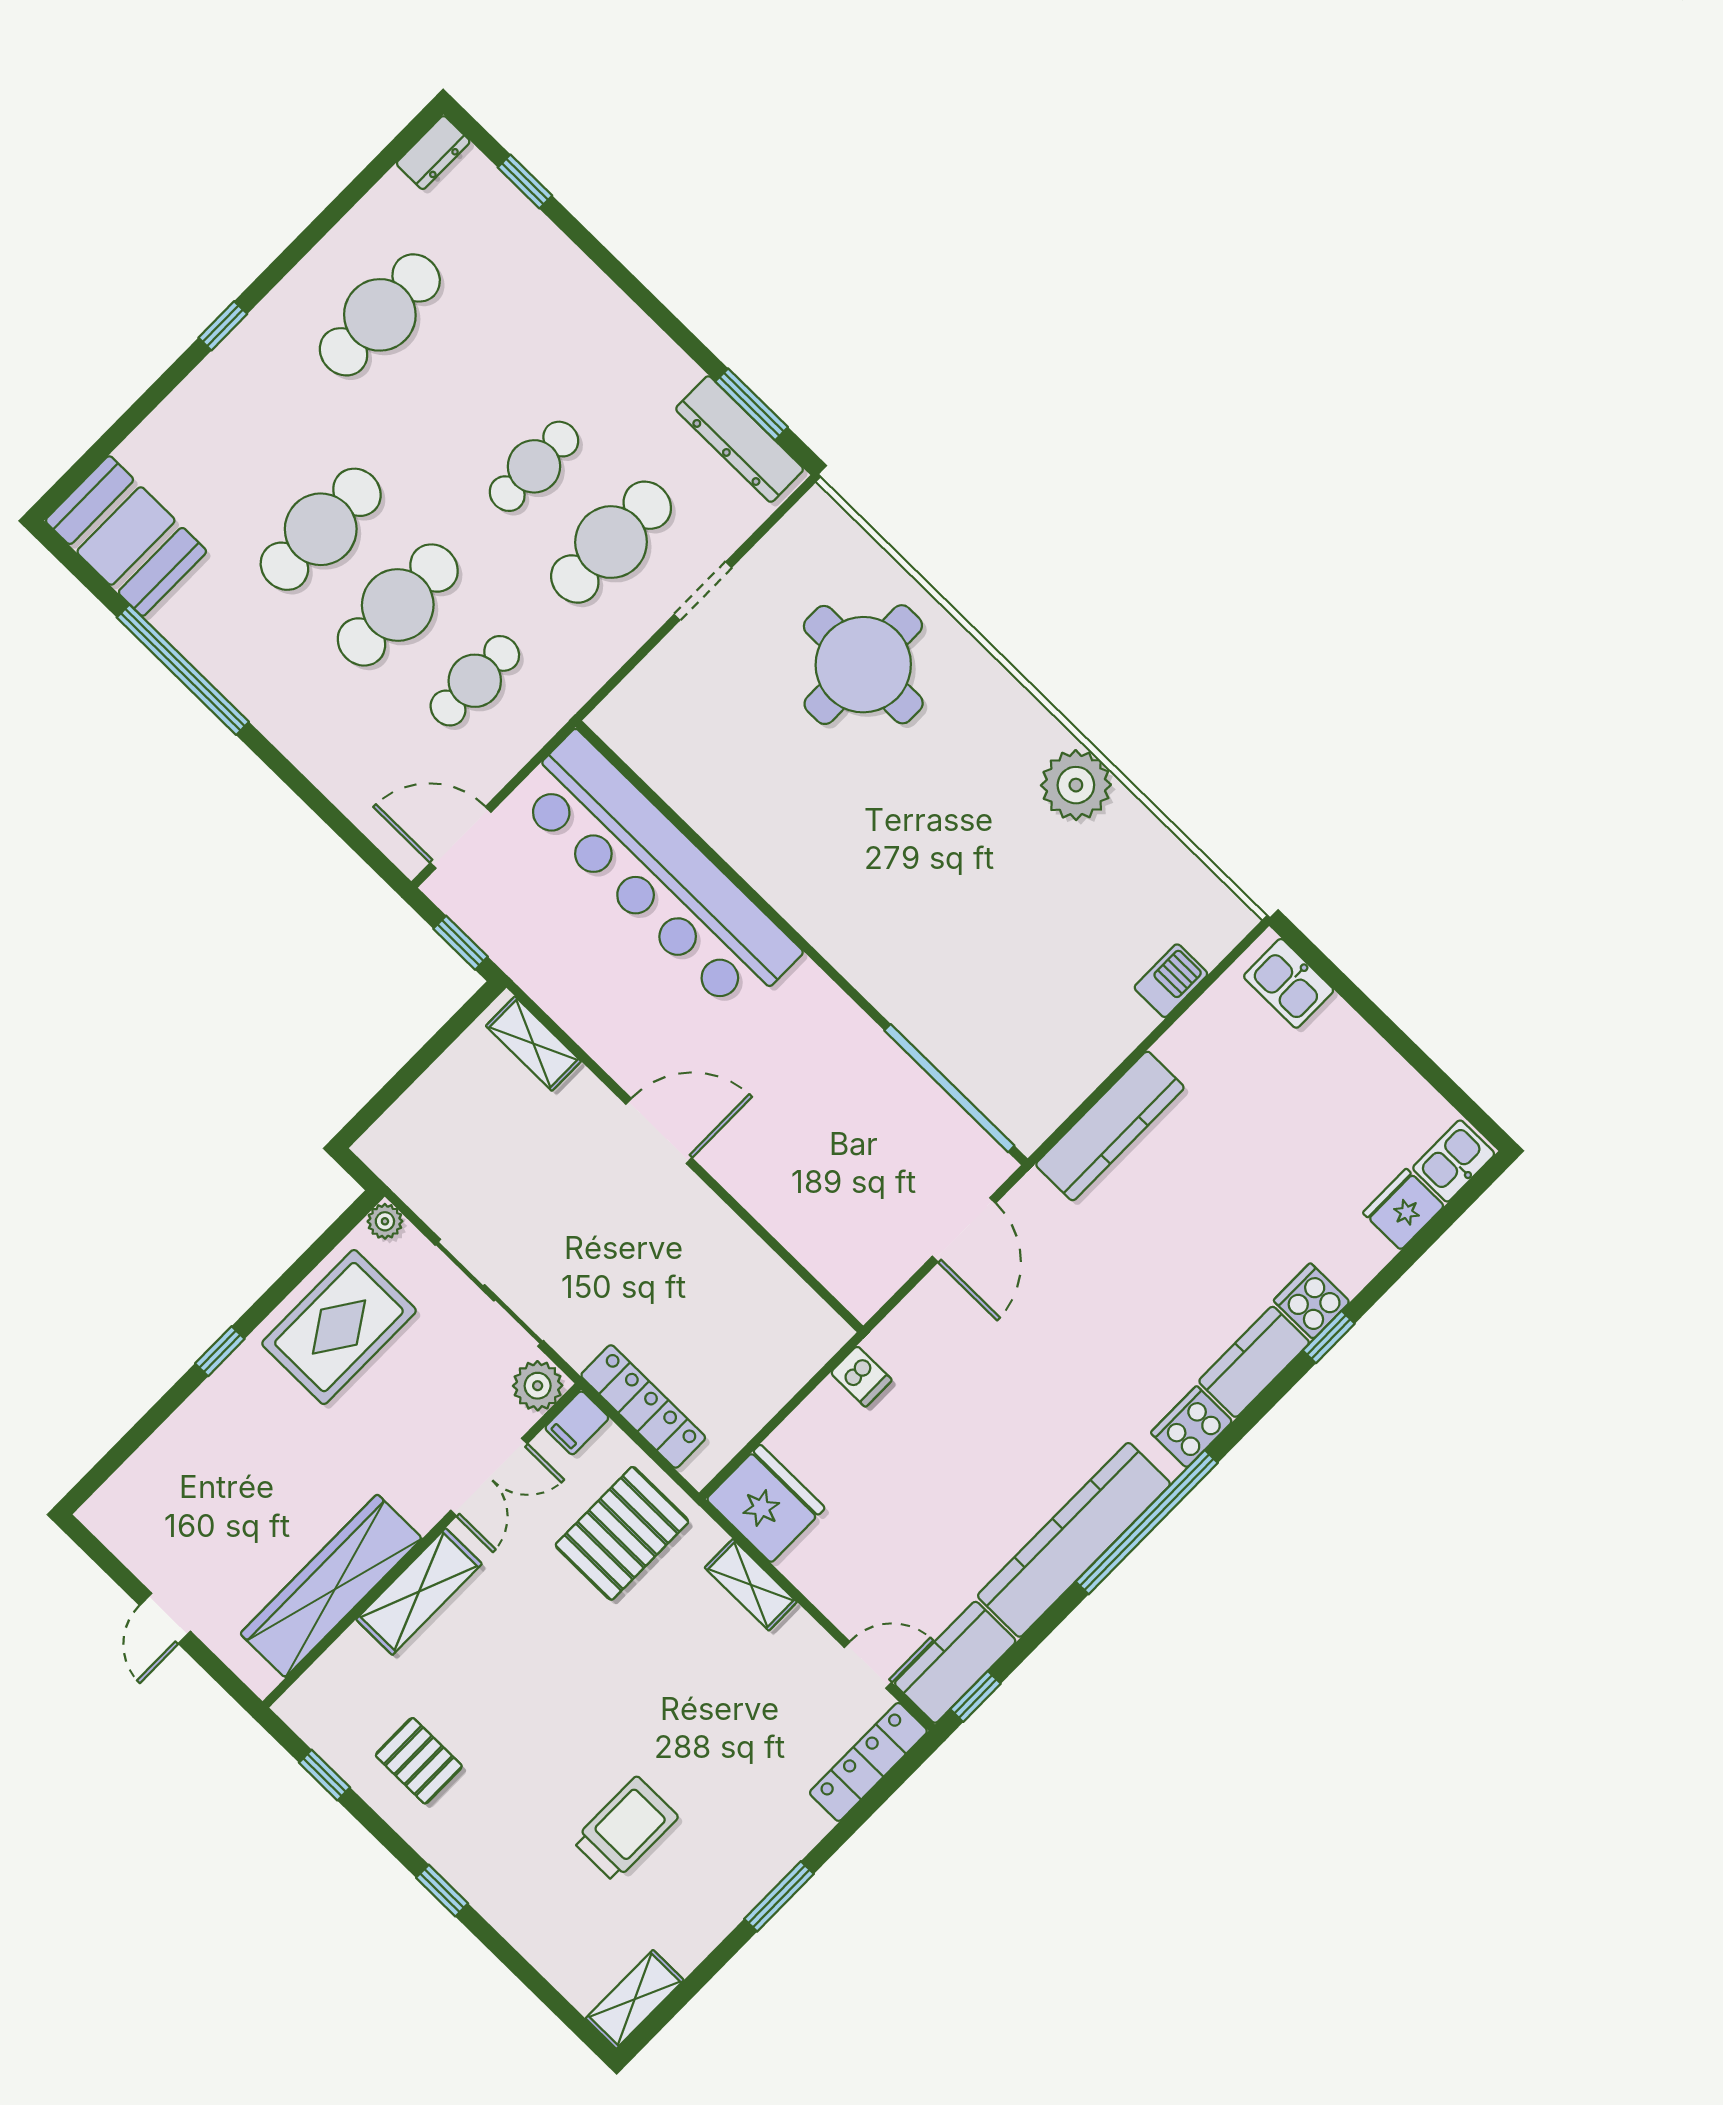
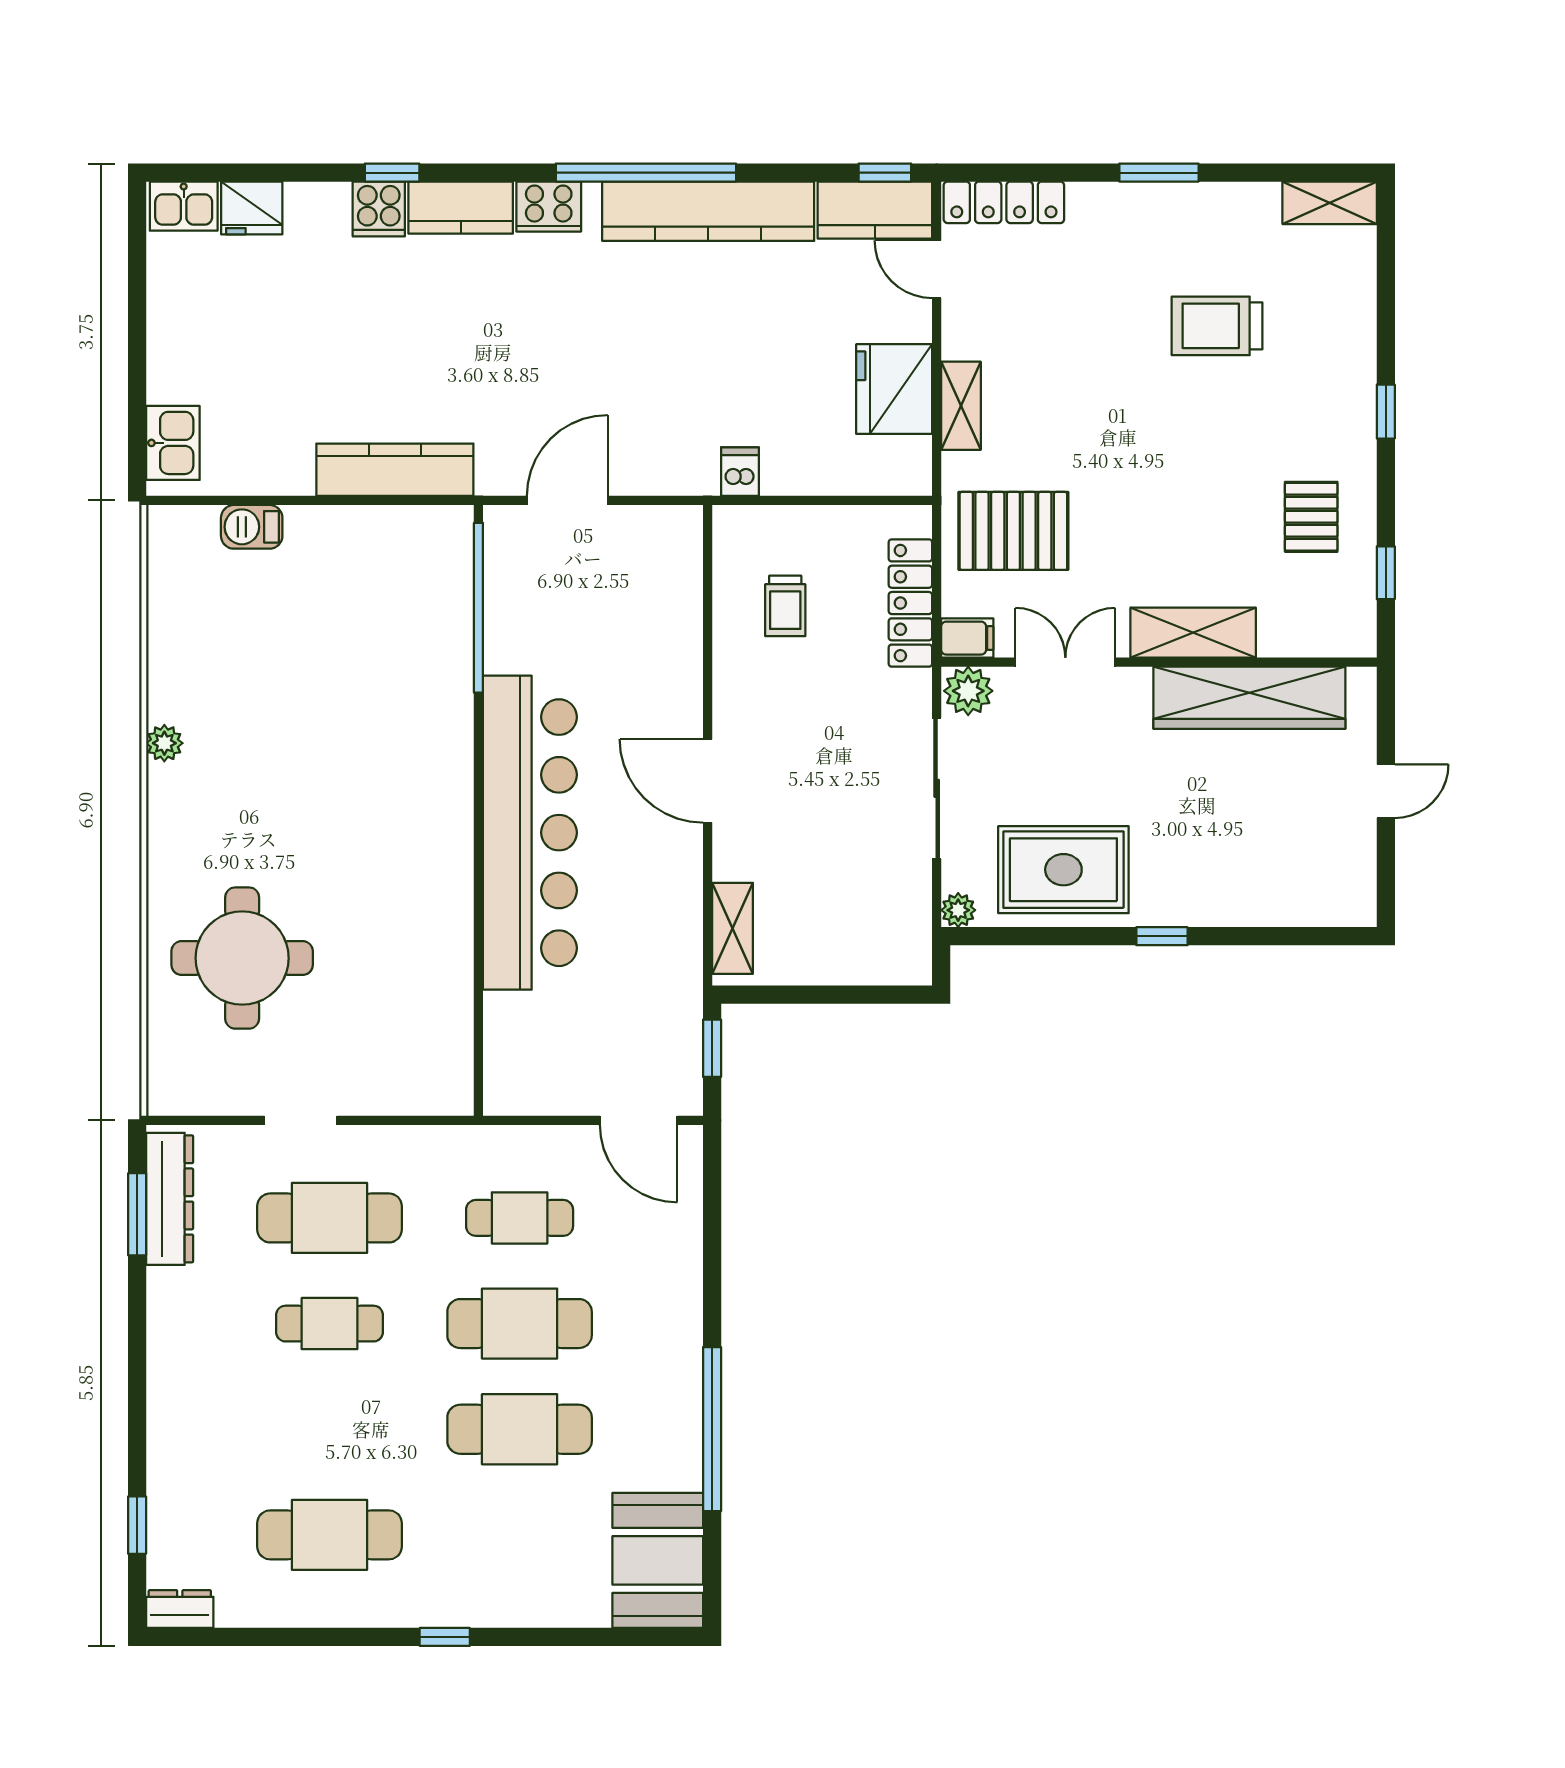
plant: (1076, 785) -> (164, 743), width x0.53, depth x0.53
bar counter: (656, 874) -> (530, 833), moved
trolley: (731, 1313) -> (785, 606), added
fridge: (766, 1504) -> (894, 389), moved

